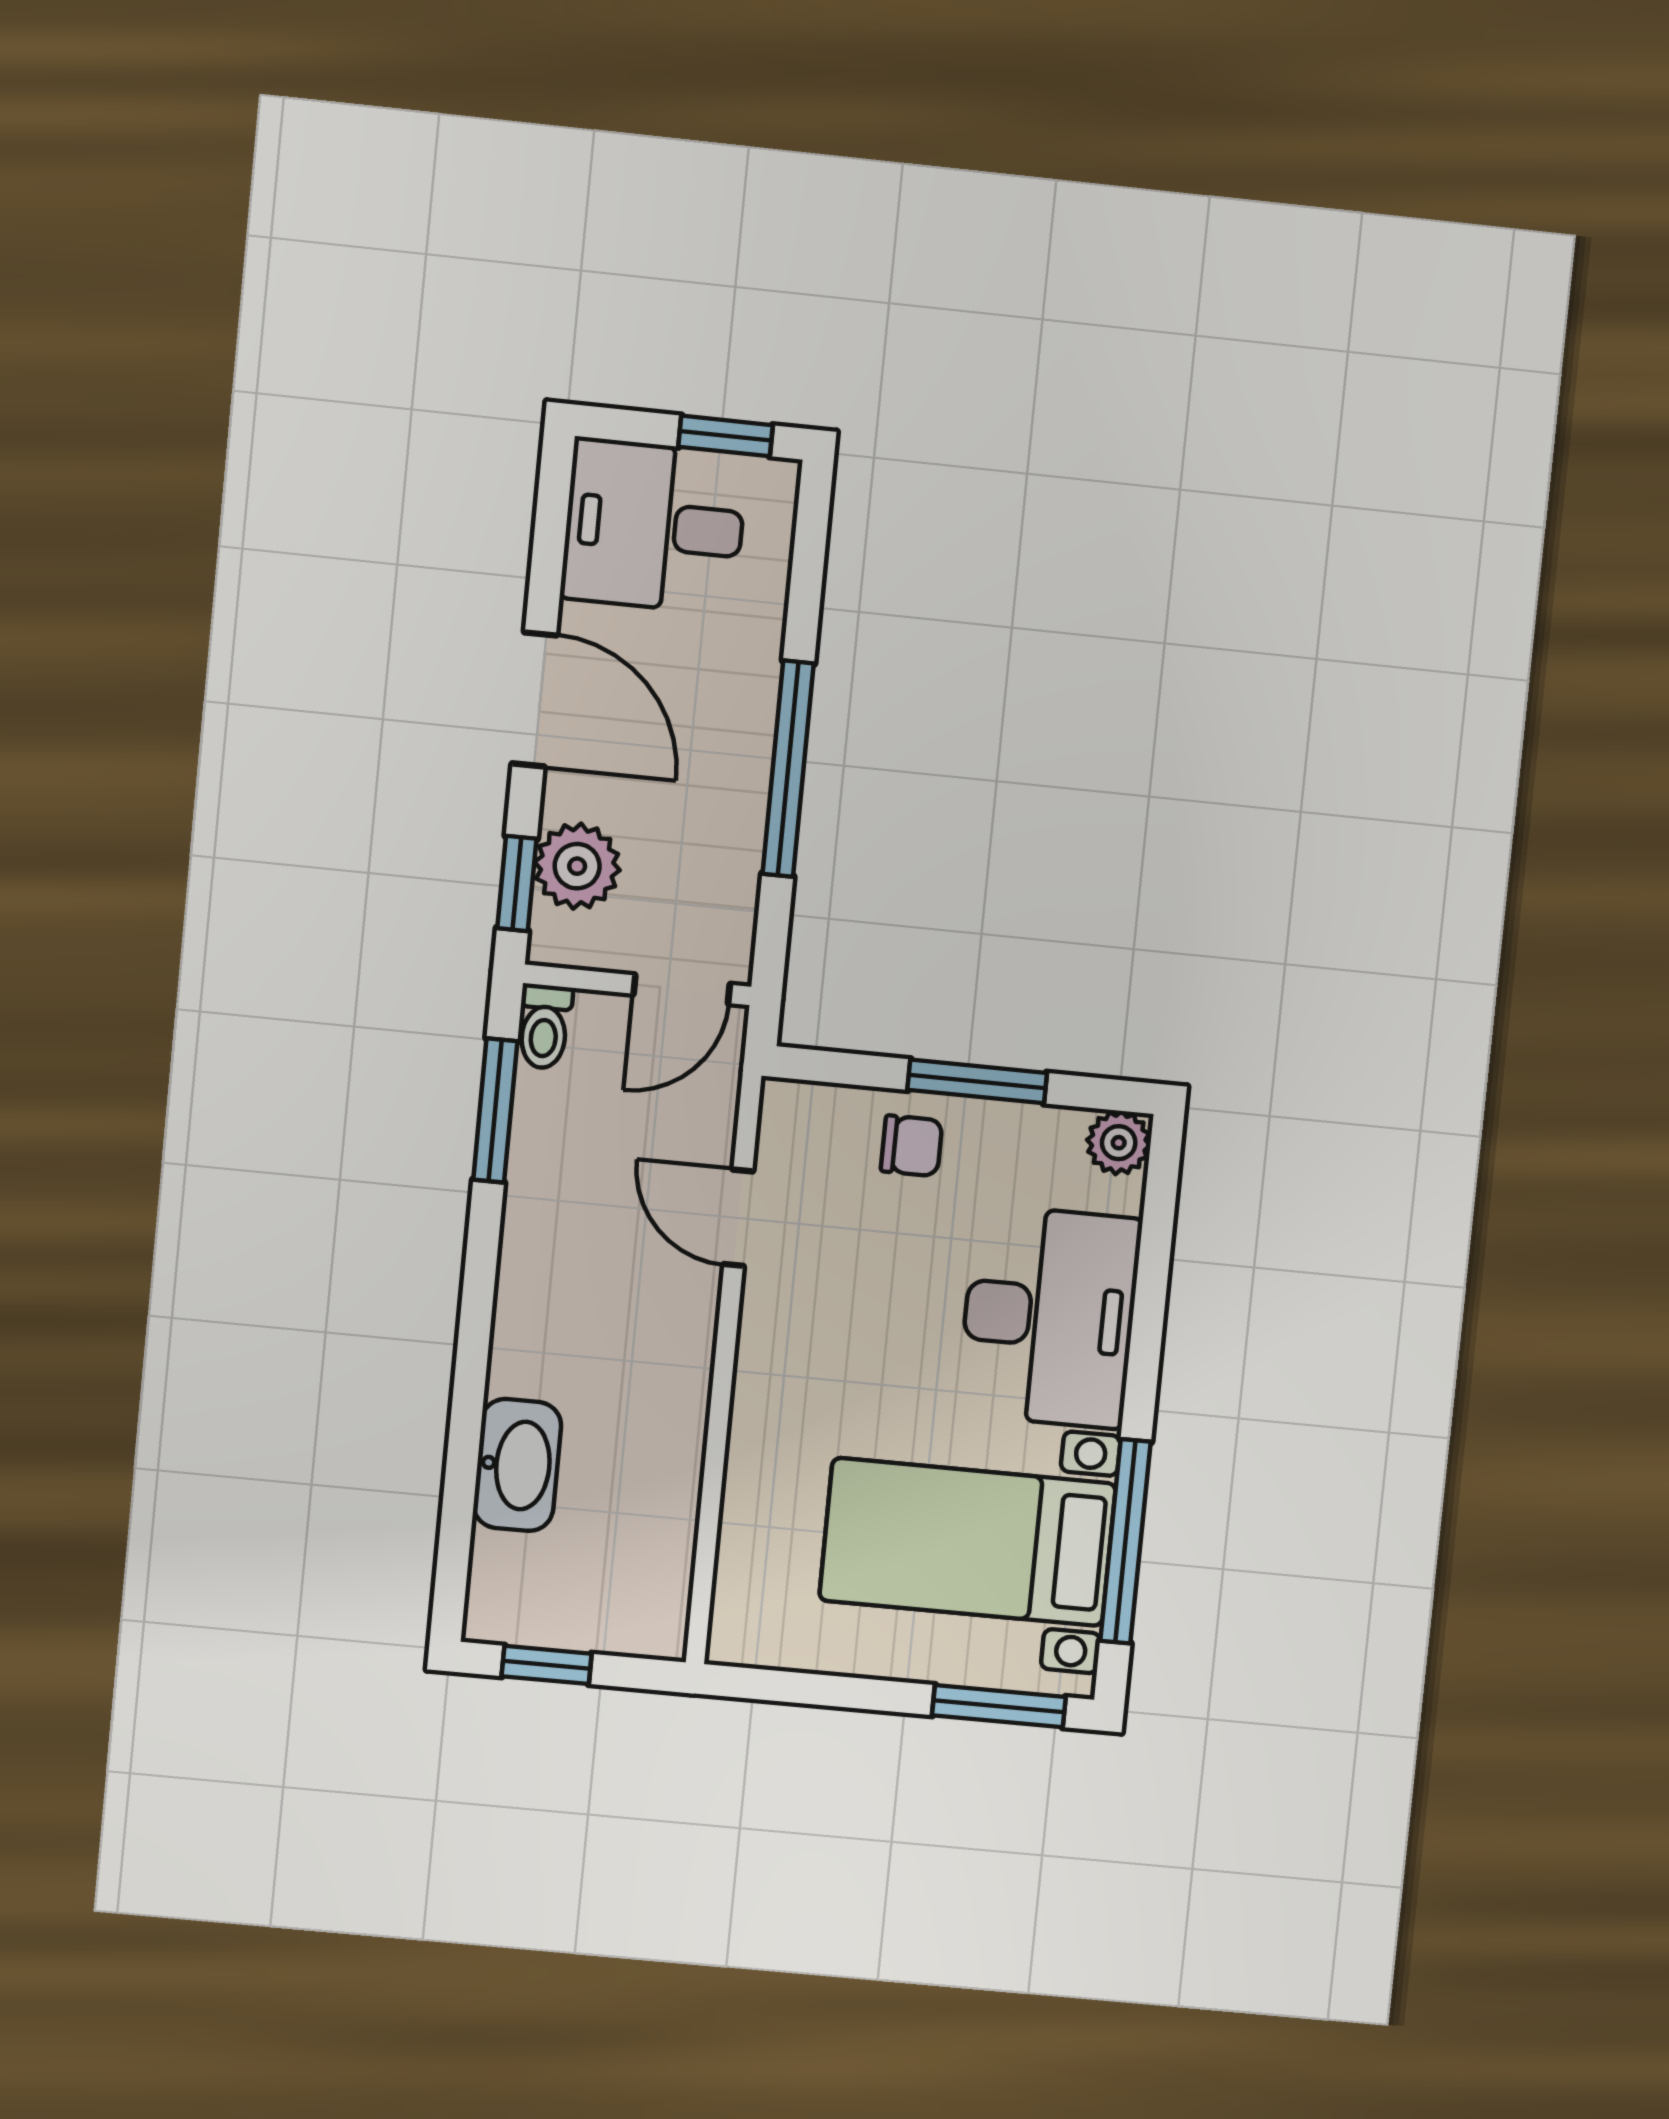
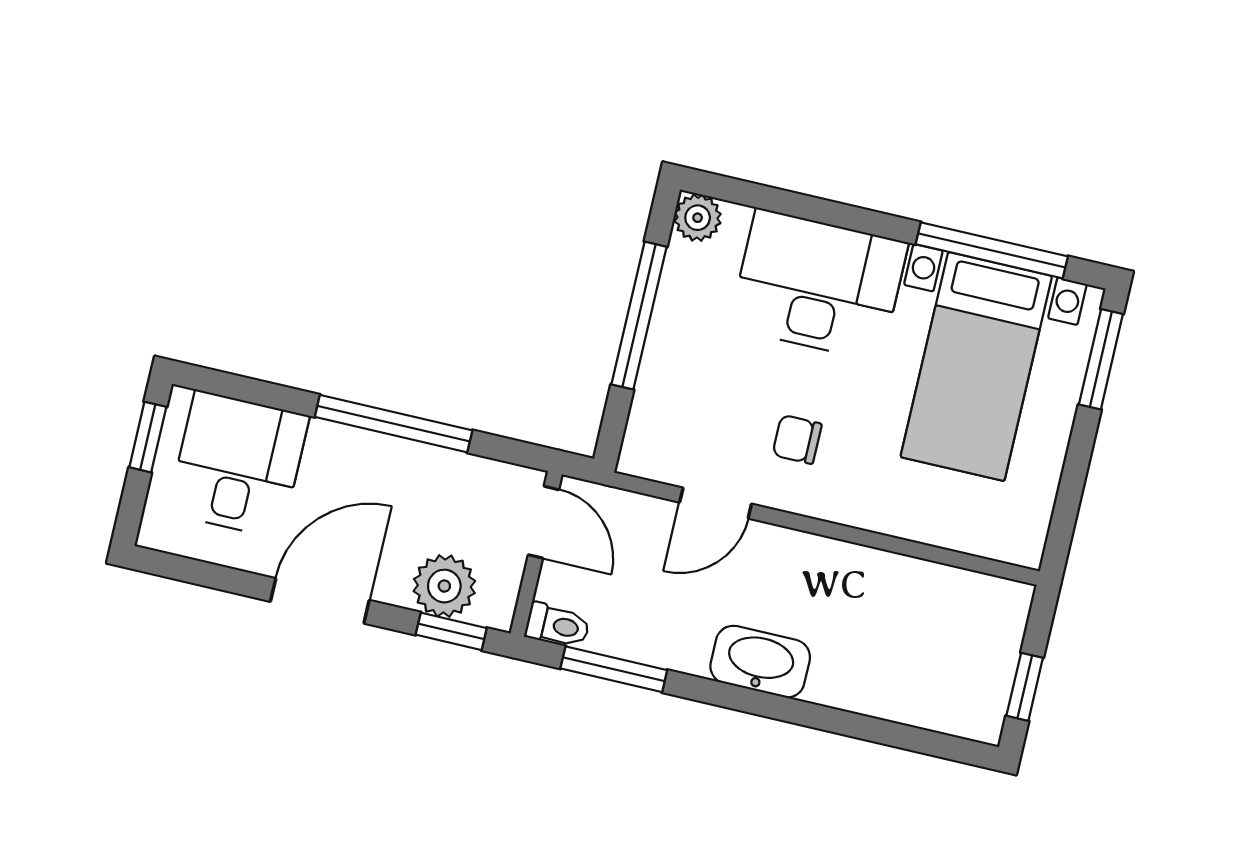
desk: (654, 526) -> (238, 464), moved, turned 180
window: (977, 1081) -> (639, 316), width x1.44
chair: (912, 1146) -> (797, 439), moved, turned -90
washbasin: (517, 1465) -> (760, 662), moved

